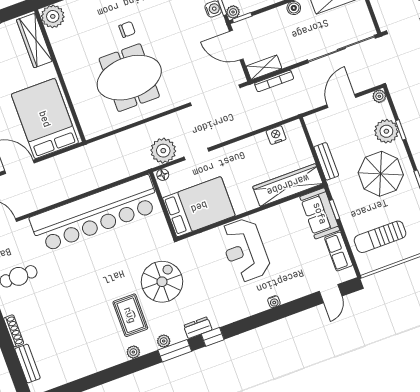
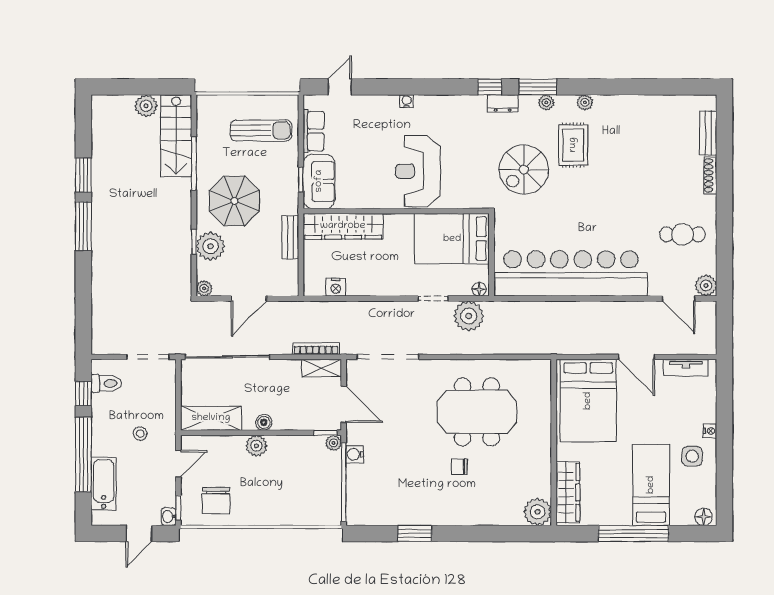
reception desk: (245, 250) -> (418, 171), turned 180

